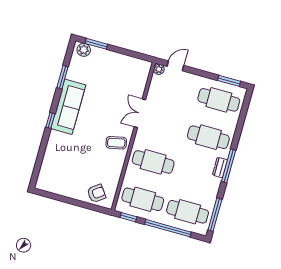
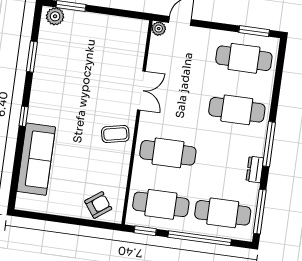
sofa: (68, 107) -> (36, 159), moved
double door: (140, 113) -> (141, 90), swing flipped
dresser: (220, 167) -> (255, 170), moved

